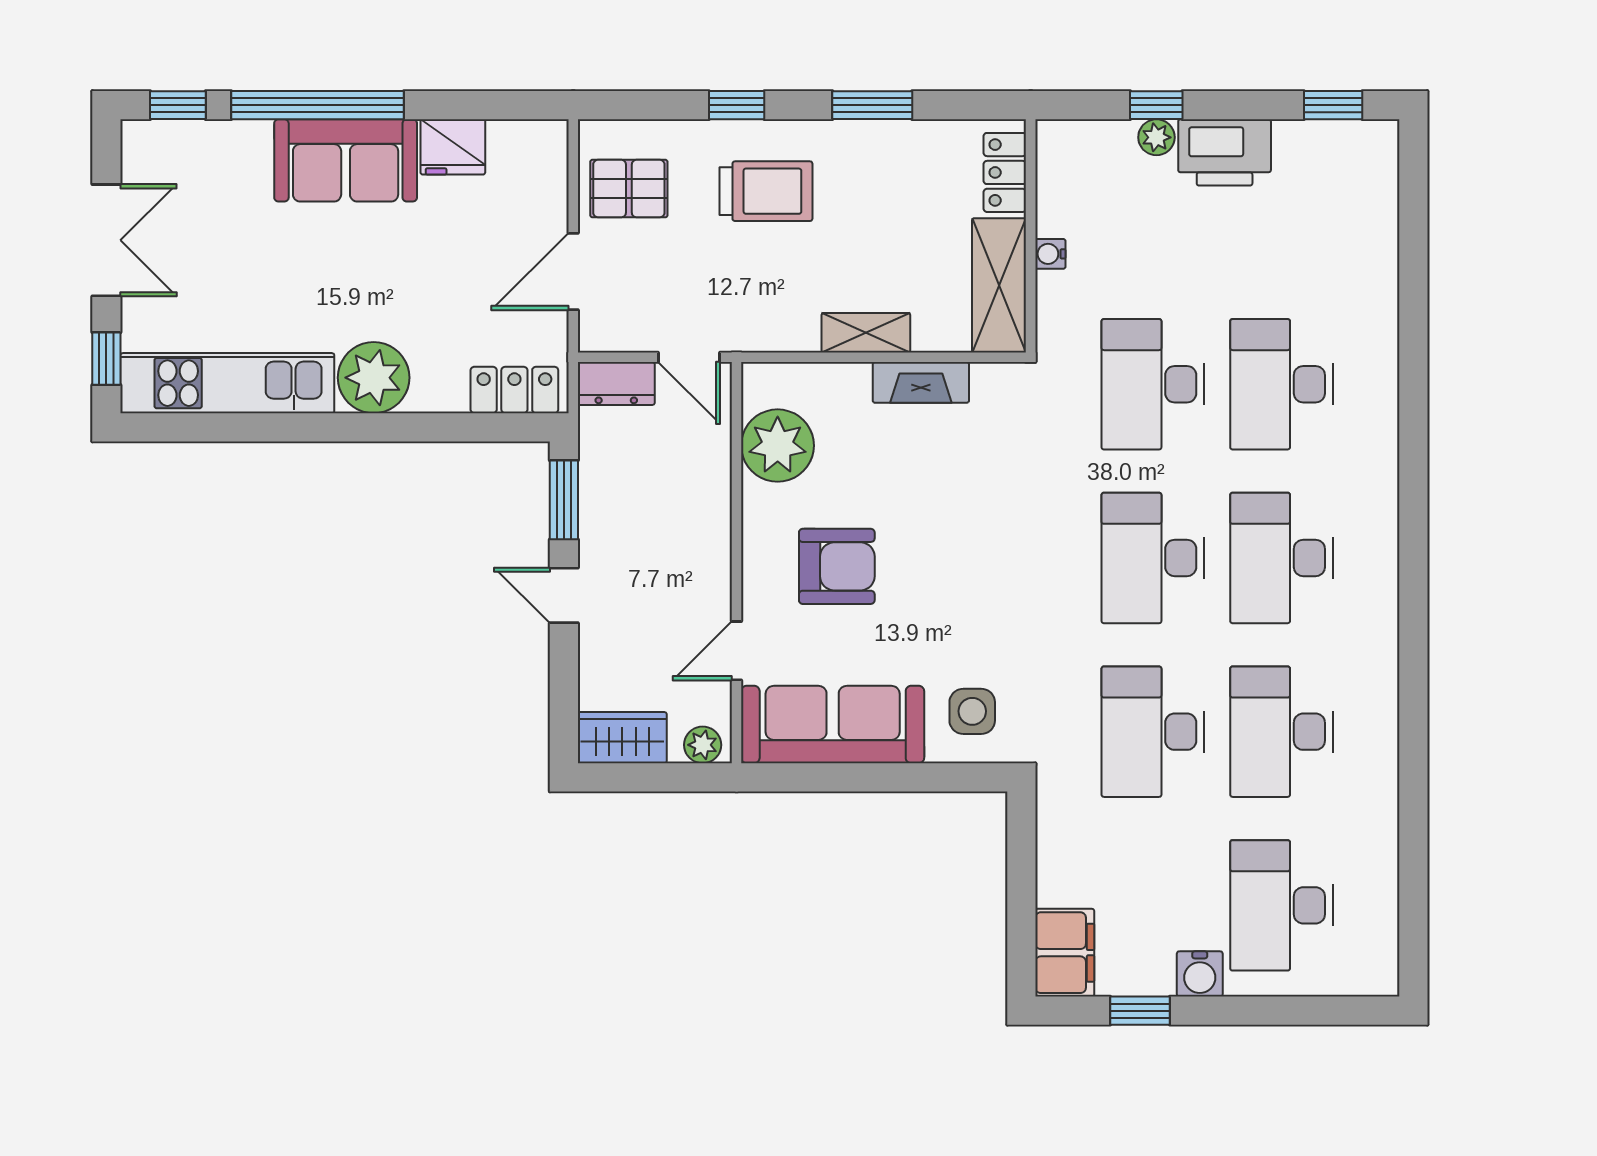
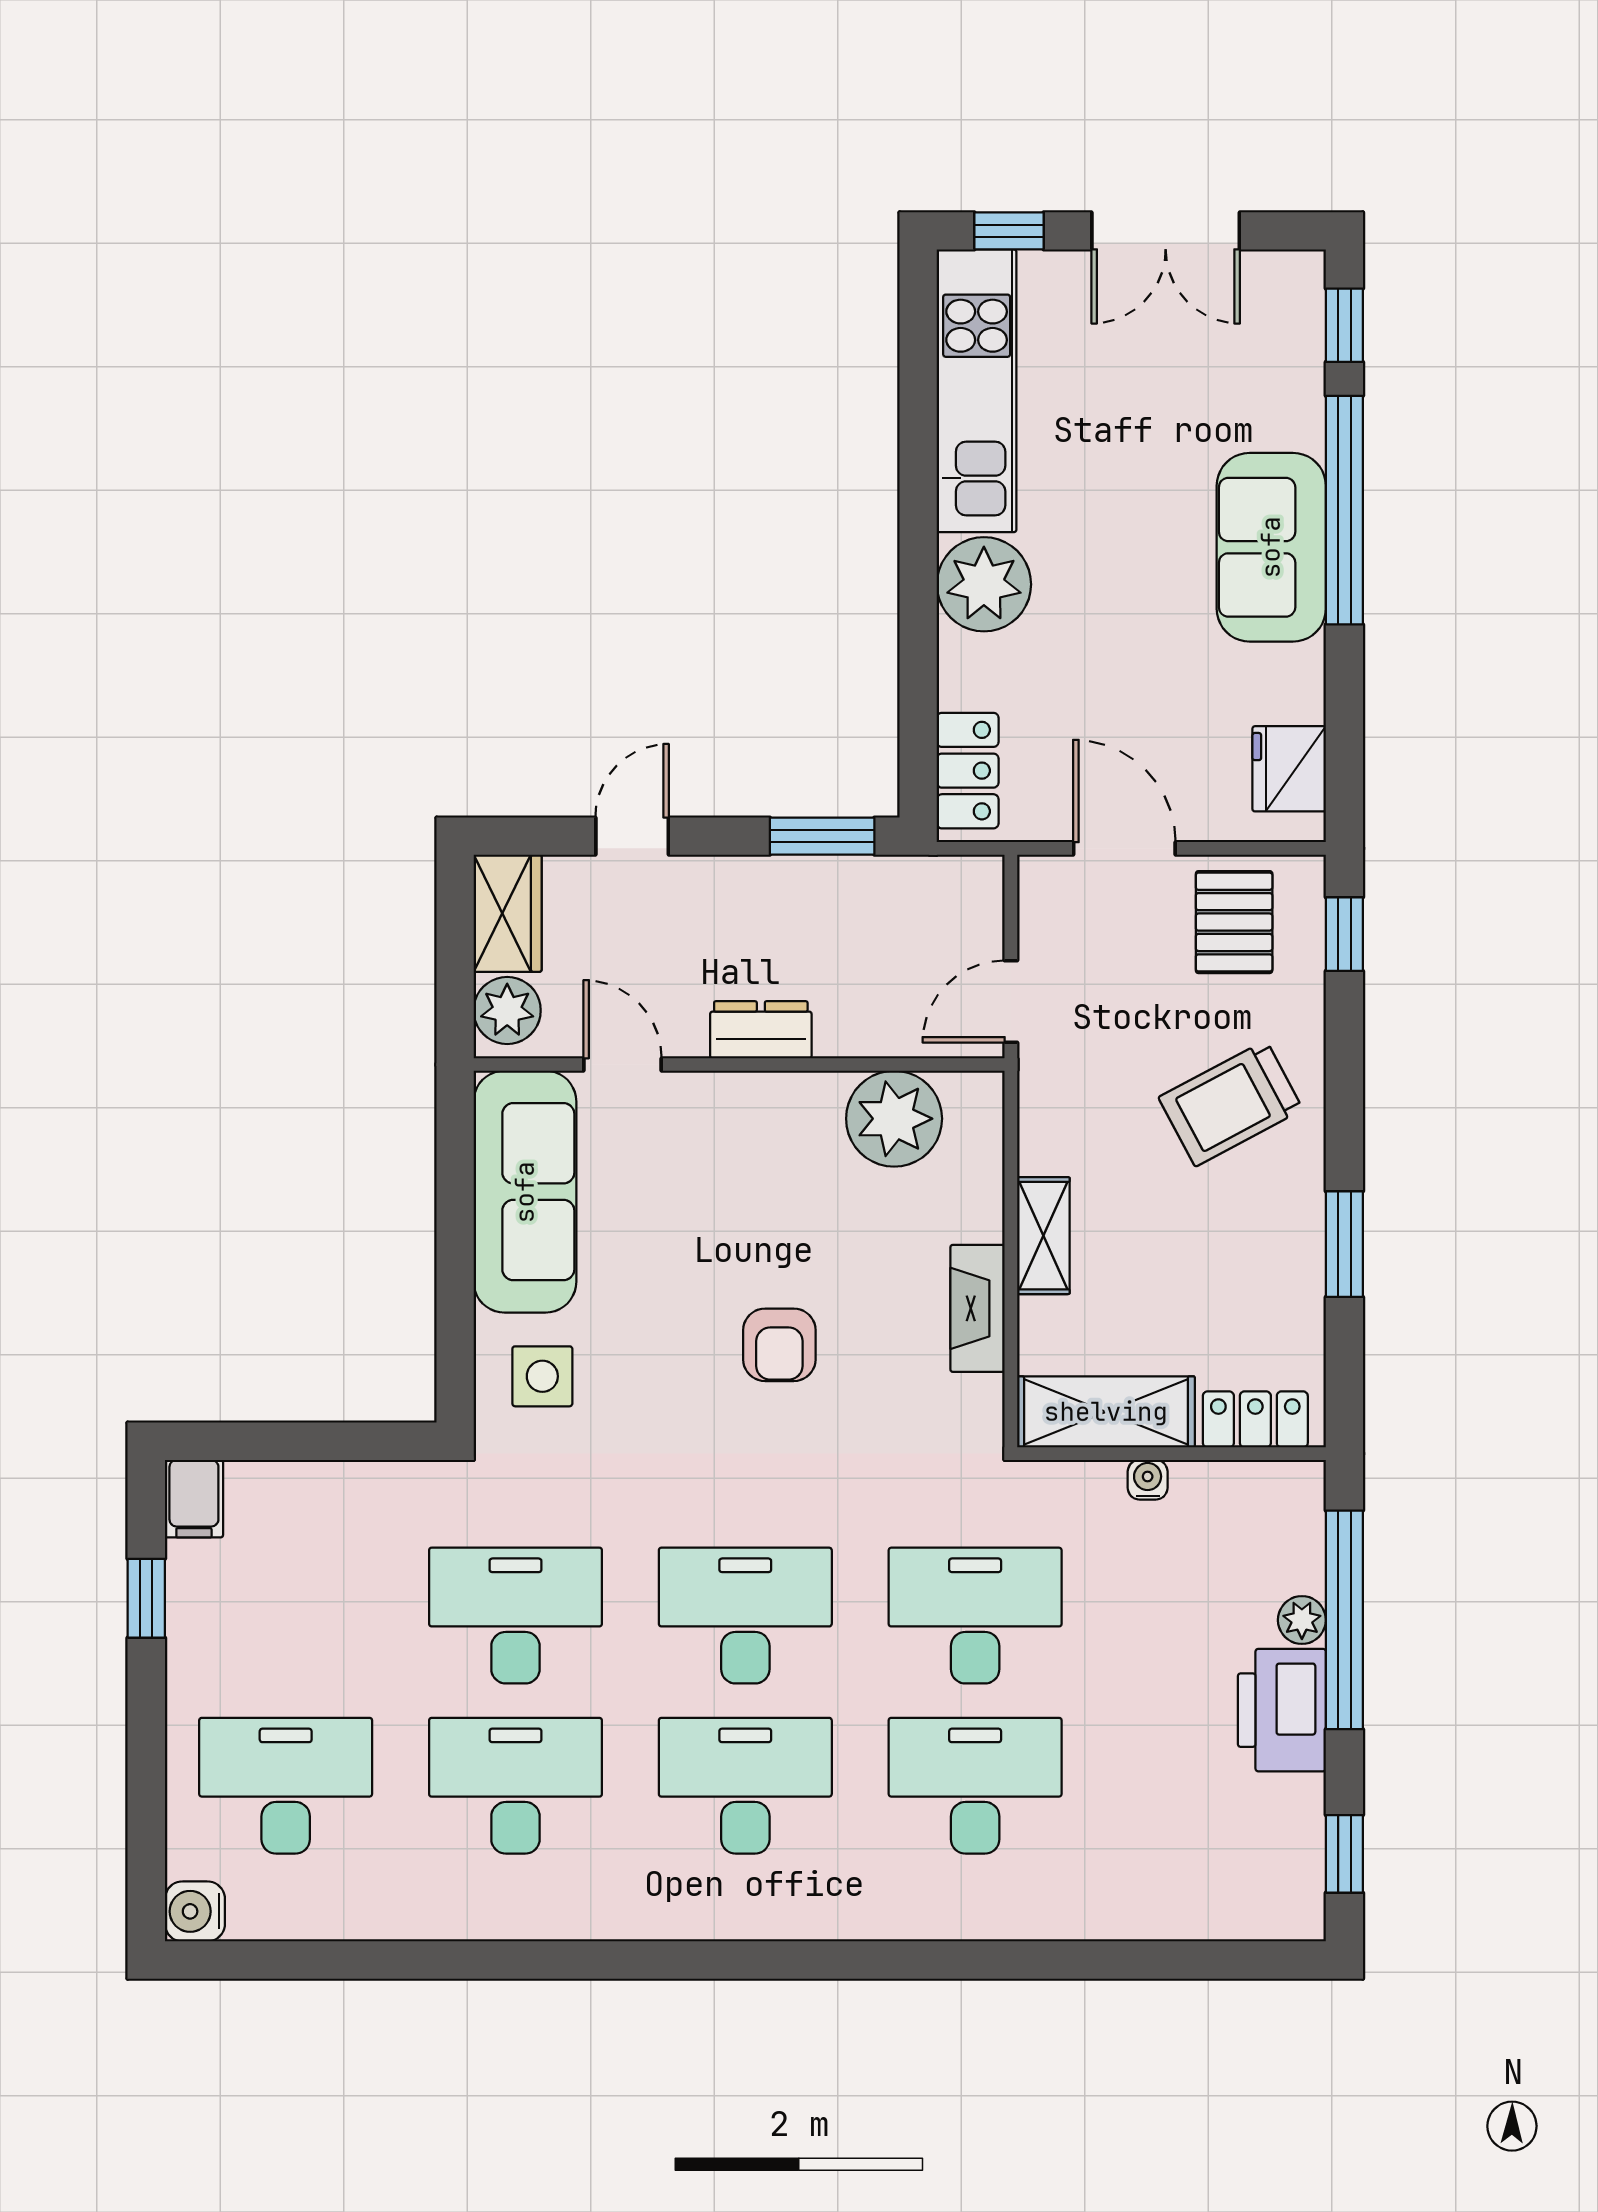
window: (737, 105) -> (1344, 934), moved
window: (1156, 105) -> (1344, 1620), width x3.17
fridge: (453, 147) -> (1289, 769), moved
trolley: (766, 191) -> (1231, 1103), turned 62
dresser: (616, 383) -> (761, 1030), moved, turned 90
armchair: (837, 566) -> (779, 1345), moved, width x0.72, depth x0.72
door: (564, 595) -> (632, 836), moved
plant: (703, 745) -> (507, 1010), width x1.38, depth x1.38
filing cabinet: (1065, 953) -> (194, 1499), width x0.50
water cooler: (1200, 974) -> (195, 1911), moved

